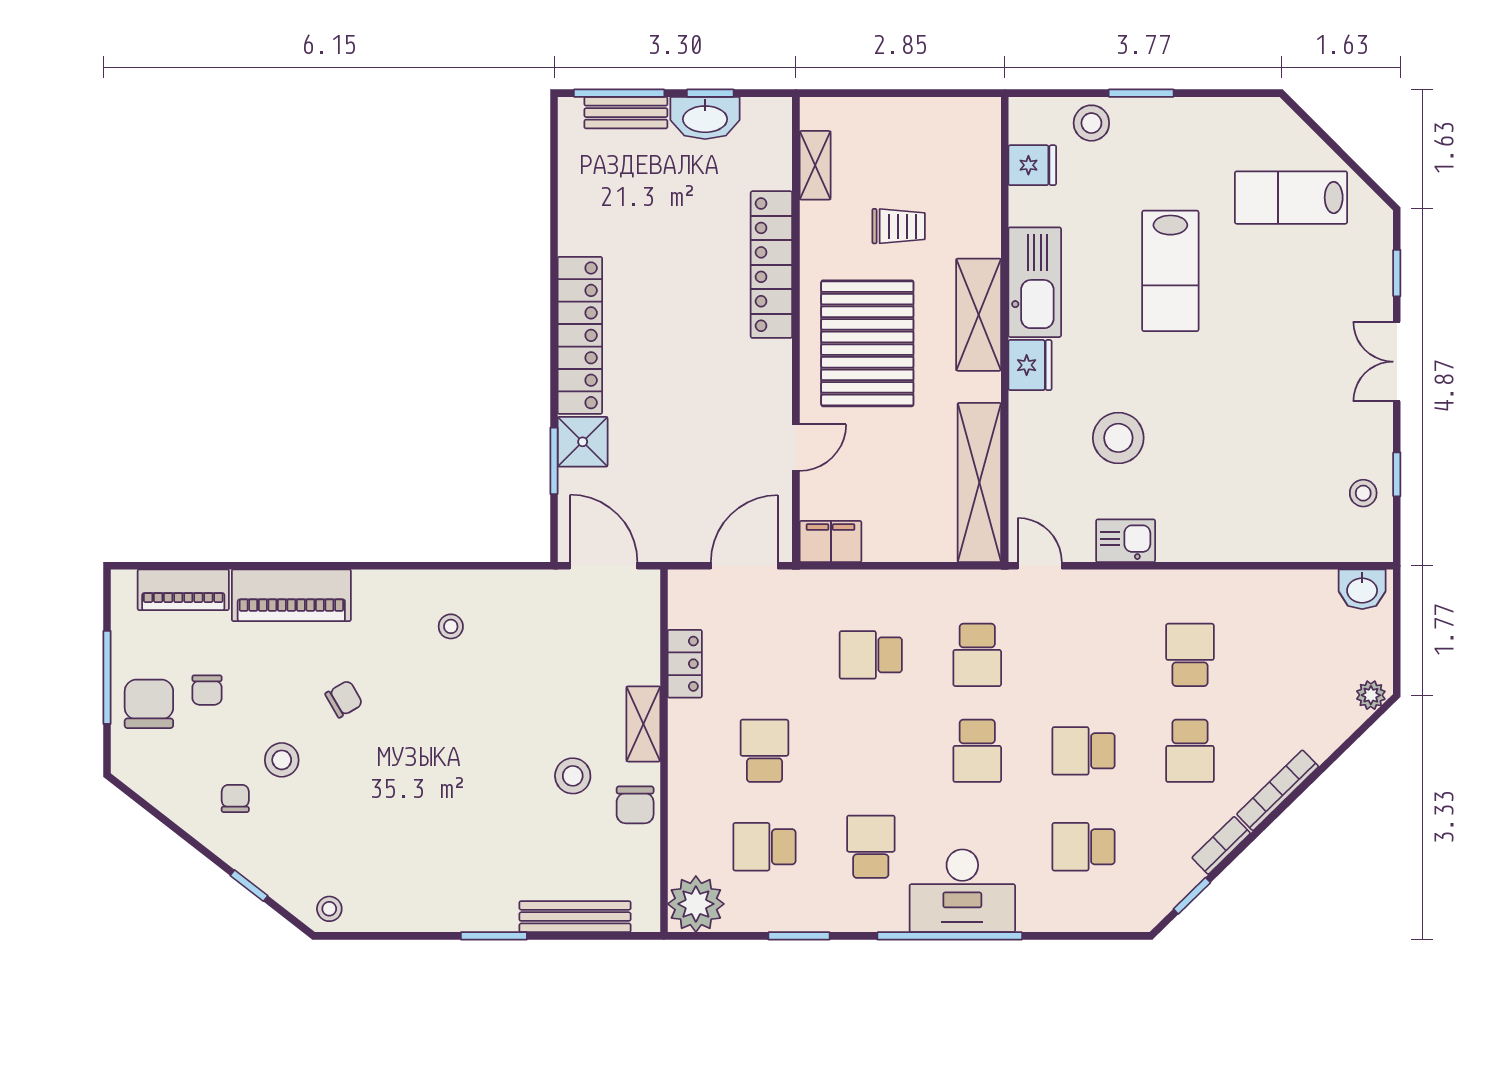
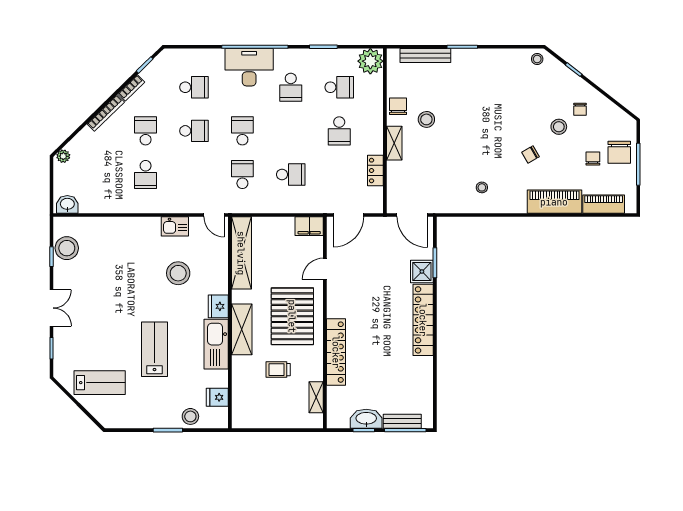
stool: (1363, 493) -> (67, 248), width x1.89, depth x1.89

